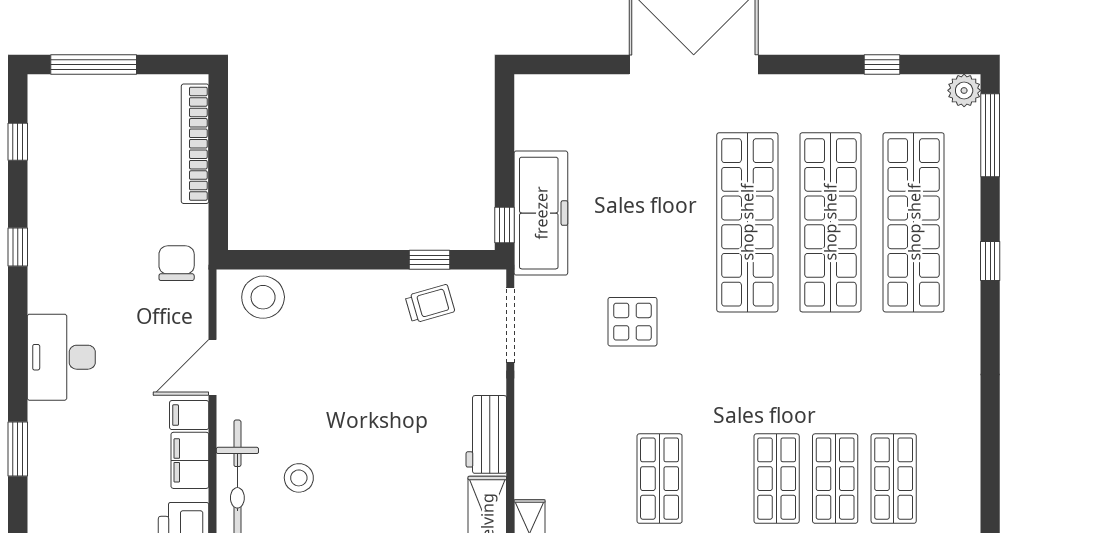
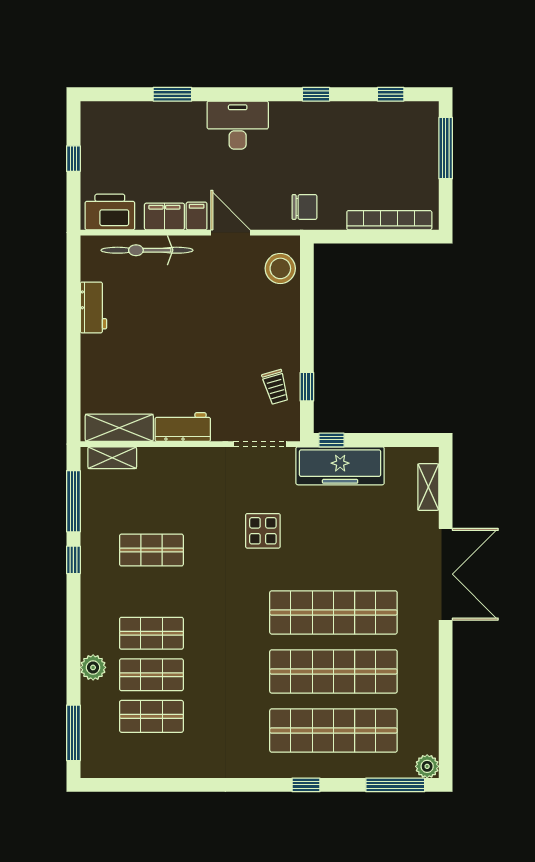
window: (882, 64) -> (446, 708), removed
shelving: (571, 89) -> (428, 487), added
stool: (299, 478) -> (152, 294), removed

